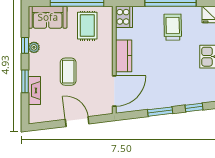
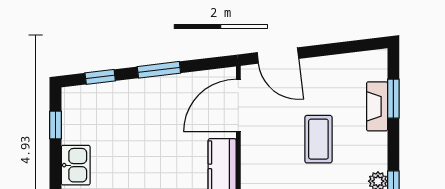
window: (25, 81) -> (393, 99), moved
door: (77, 122) -> (278, 55), moved

